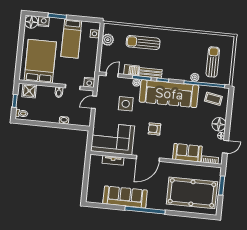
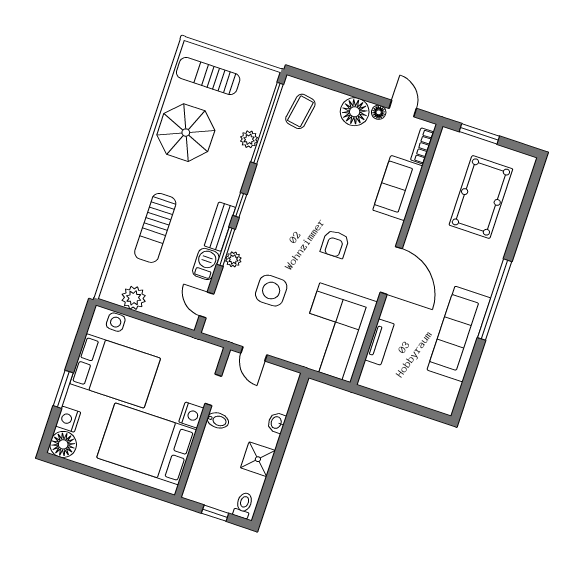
bed: (71, 39) -> (115, 371), width x1.50
parasol: (191, 47) -> (186, 133), added
sun lounger: (213, 62) -> (208, 76), moved
nightstand: (89, 82) -> (191, 415), moved
shower: (29, 91) -> (258, 459), moved
sofa: (169, 94) -> (270, 199), removed
pool table: (192, 193) -> (481, 197), width x0.73, depth x0.76

